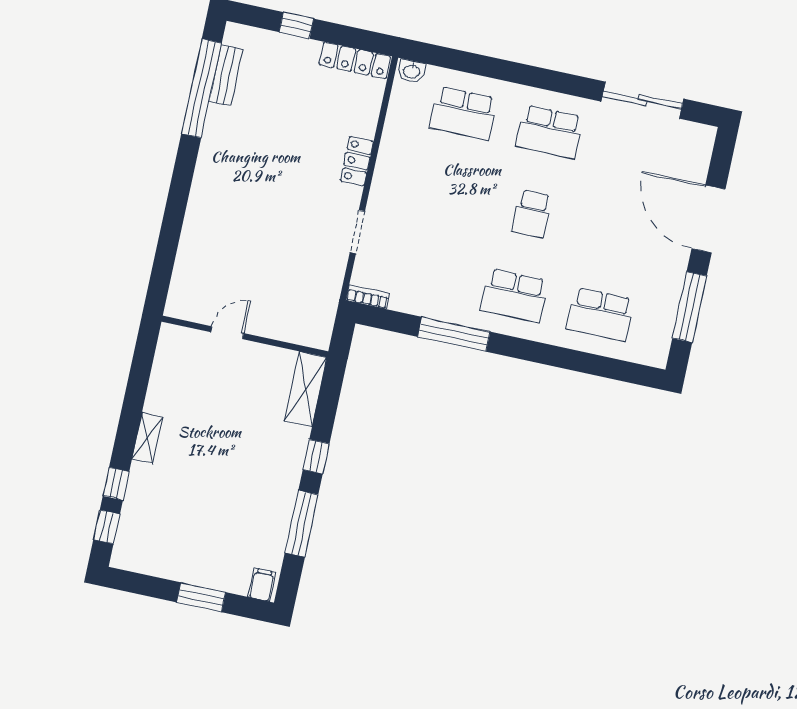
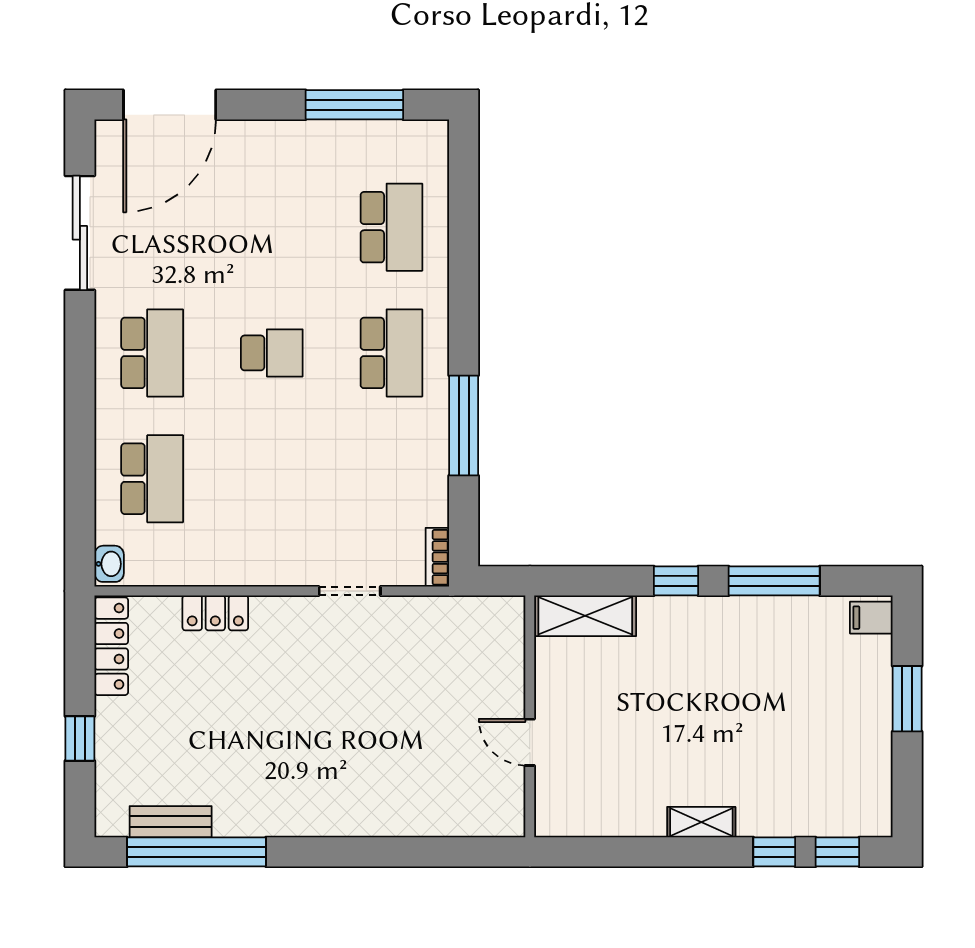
locker: (357, 161) -> (215, 613), moved
door: (708, 219) -> (170, 105), moved

